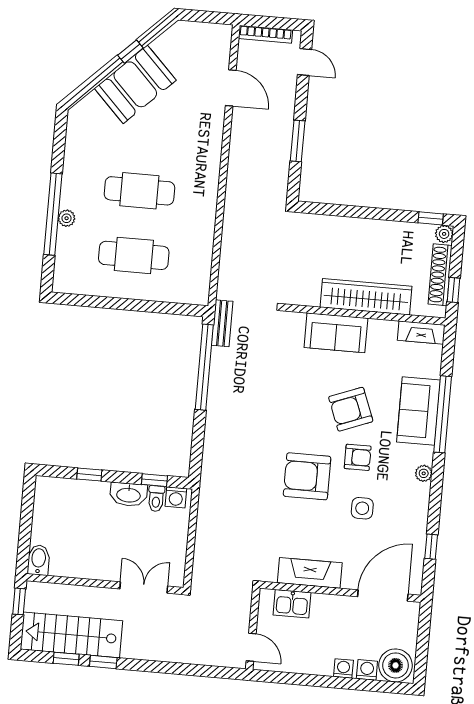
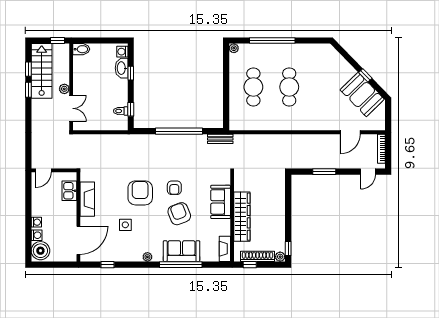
booth: (135, 84) -> (362, 95), moved
plant: (67, 218) -> (234, 48), moved
window: (204, 367) -> (179, 131), moved
armchair: (358, 457) -> (174, 188), moved
washbasin: (129, 495) -> (122, 68), moved
washing machine: (176, 497) -> (122, 52), moved
door: (383, 595) -> (78, 240), hinge flipped
plant: (107, 597) -> (64, 89), added

